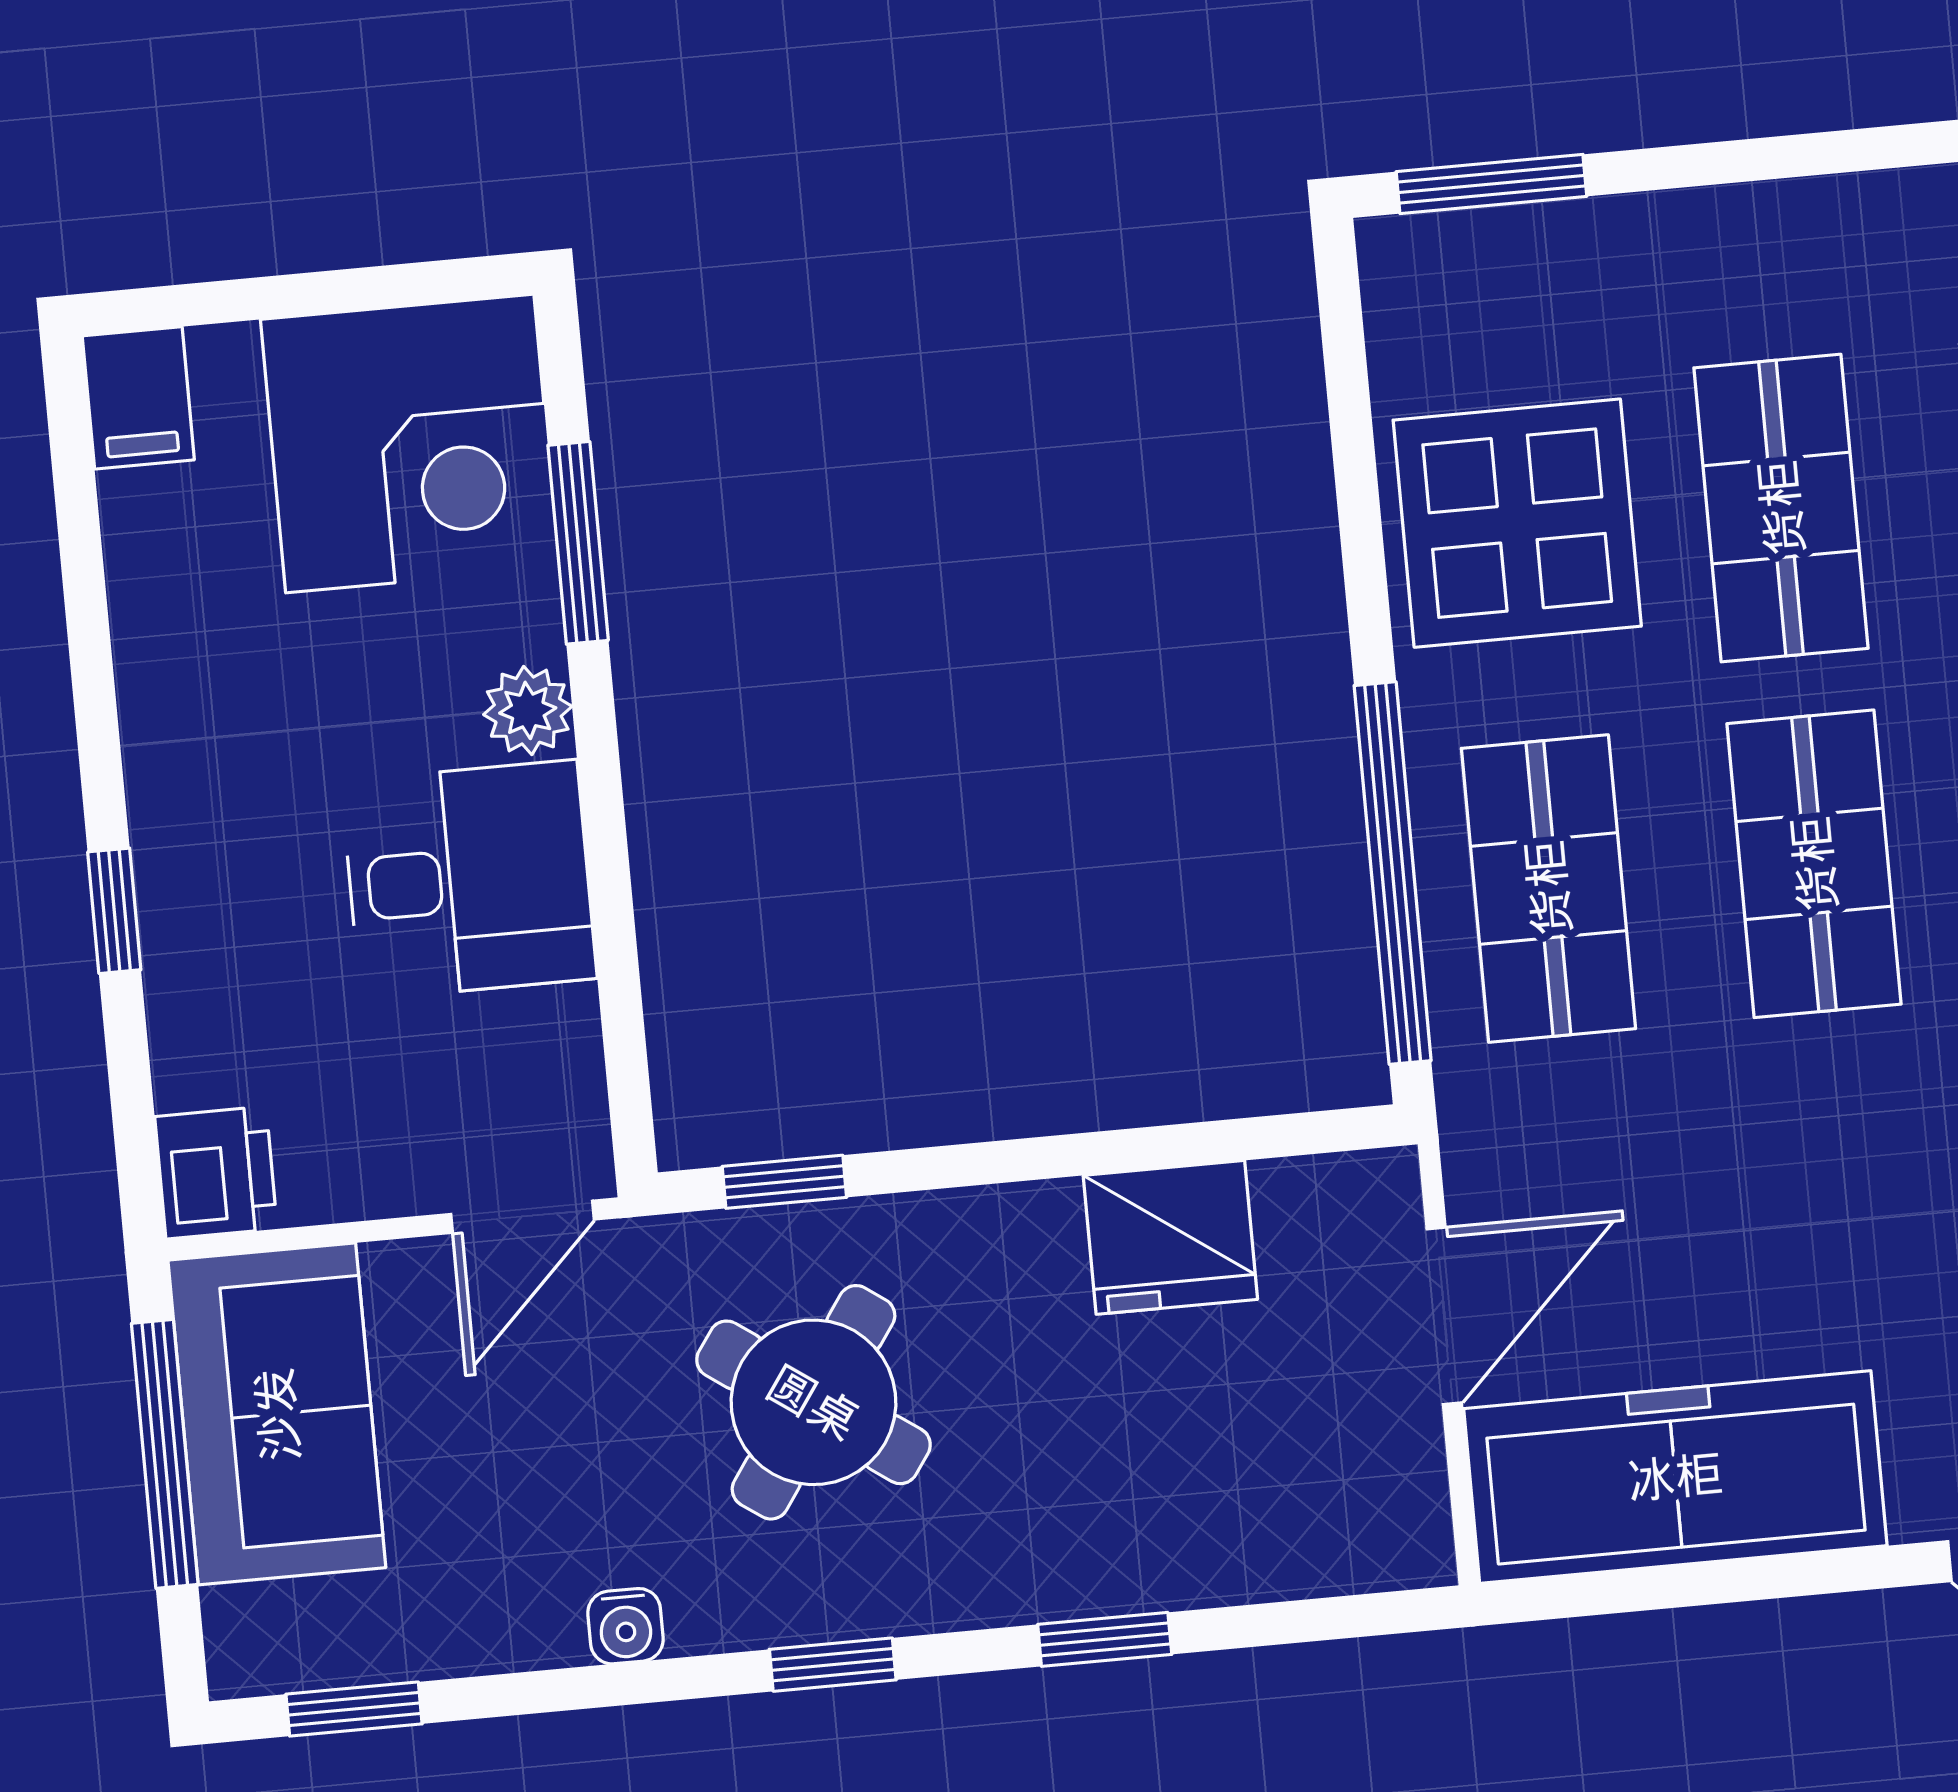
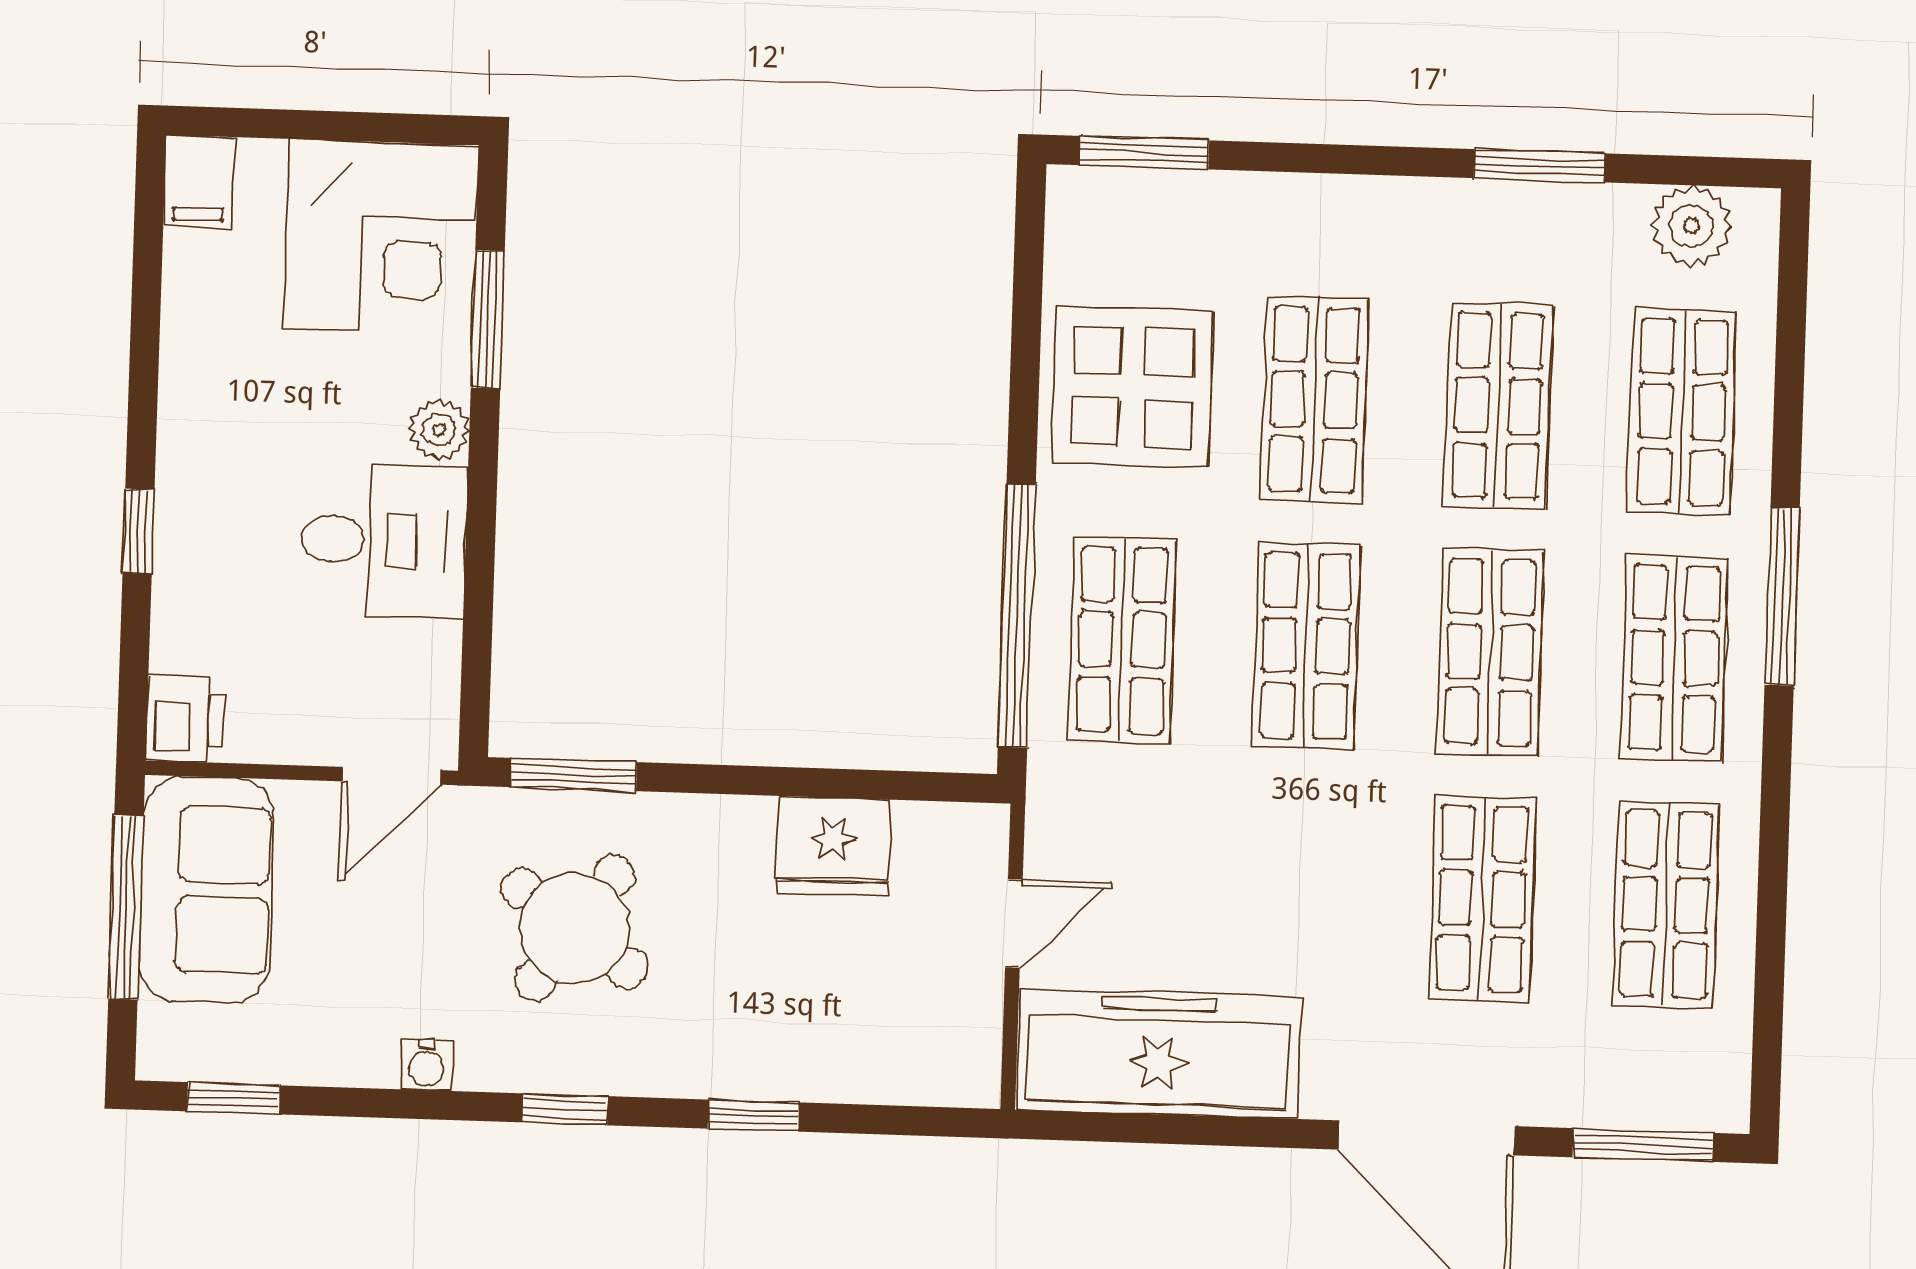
window: (784, 1182) -> (574, 775), width x1.50
door: (1444, 1316) -> (1014, 923), width x0.73

